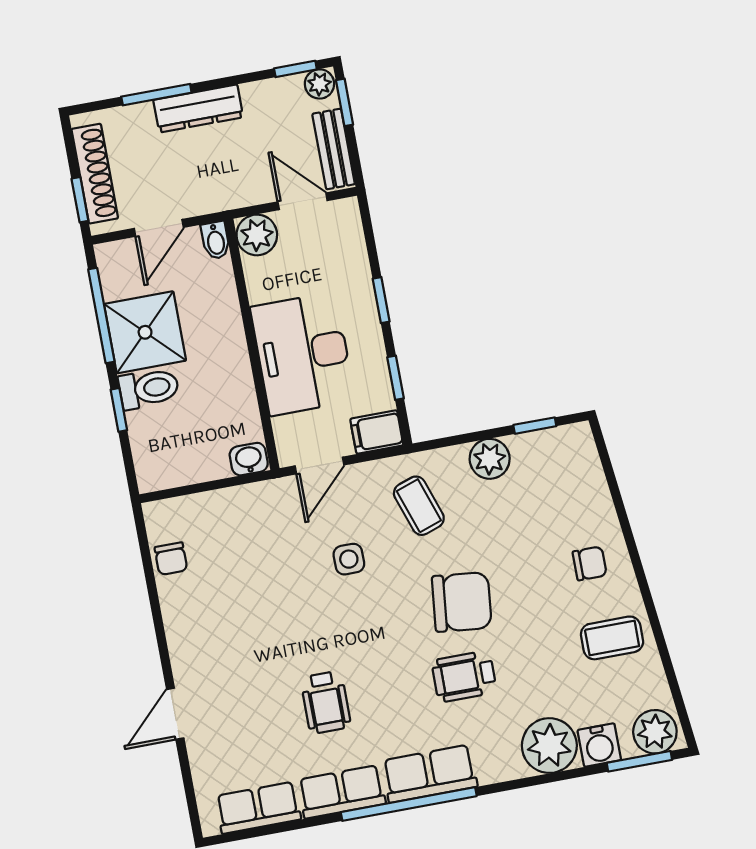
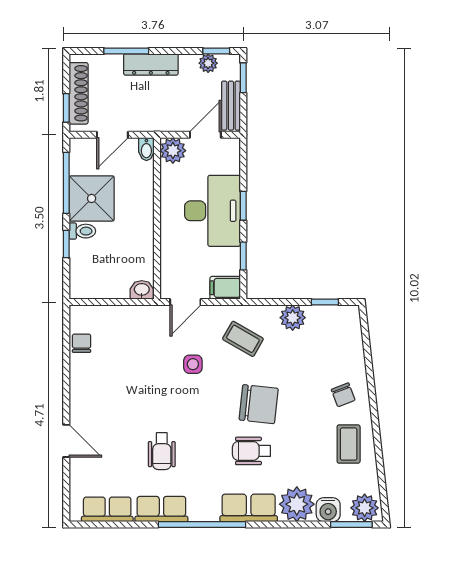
plant: (319, 84) -> (208, 63), moved
door: (303, 201) -> (205, 135), hinge flipped
desk: (303, 354) -> (212, 211), moved, turned 180
toilet: (149, 388) -> (82, 231), width x0.73, depth x0.72
coffee table: (419, 506) -> (243, 339), turned -41
chair: (171, 559) -> (82, 343), turned 180
chair: (590, 563) -> (343, 395), turned 69
coffee table: (612, 638) -> (349, 444), turned 90
door: (175, 714) -> (66, 441), swing flipped
row of seats: (430, 774) -> (249, 508), moved

